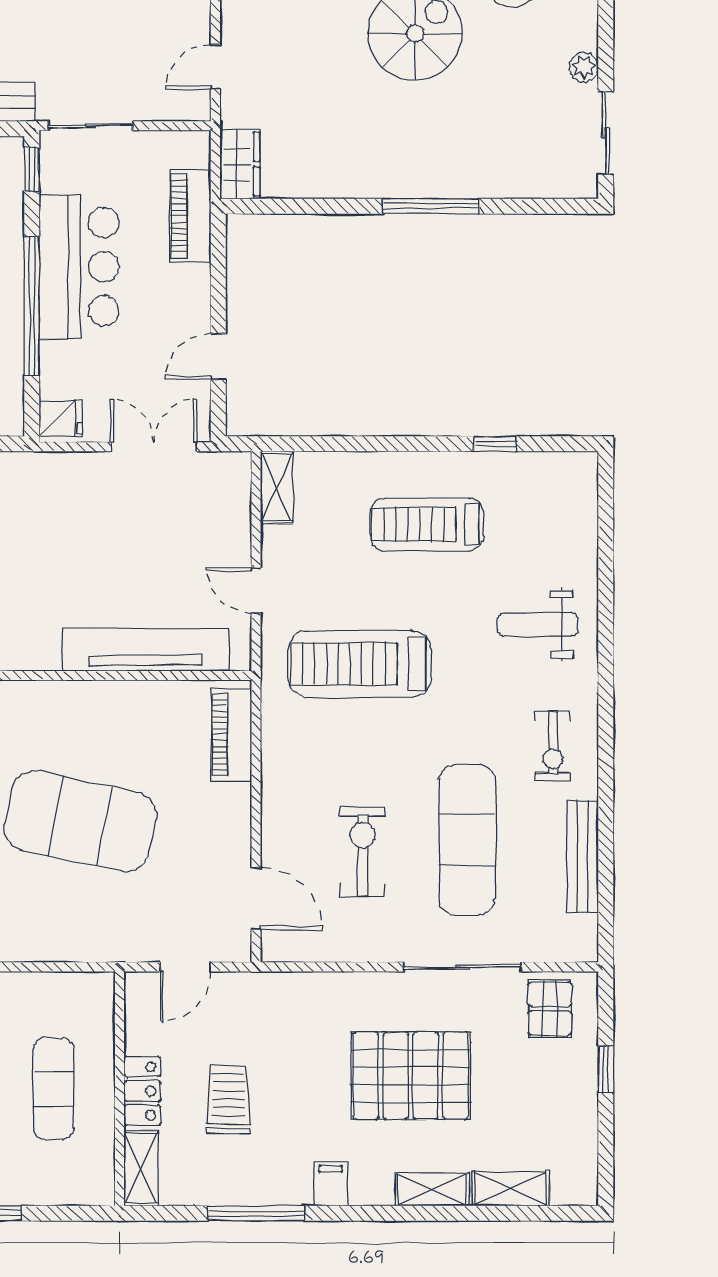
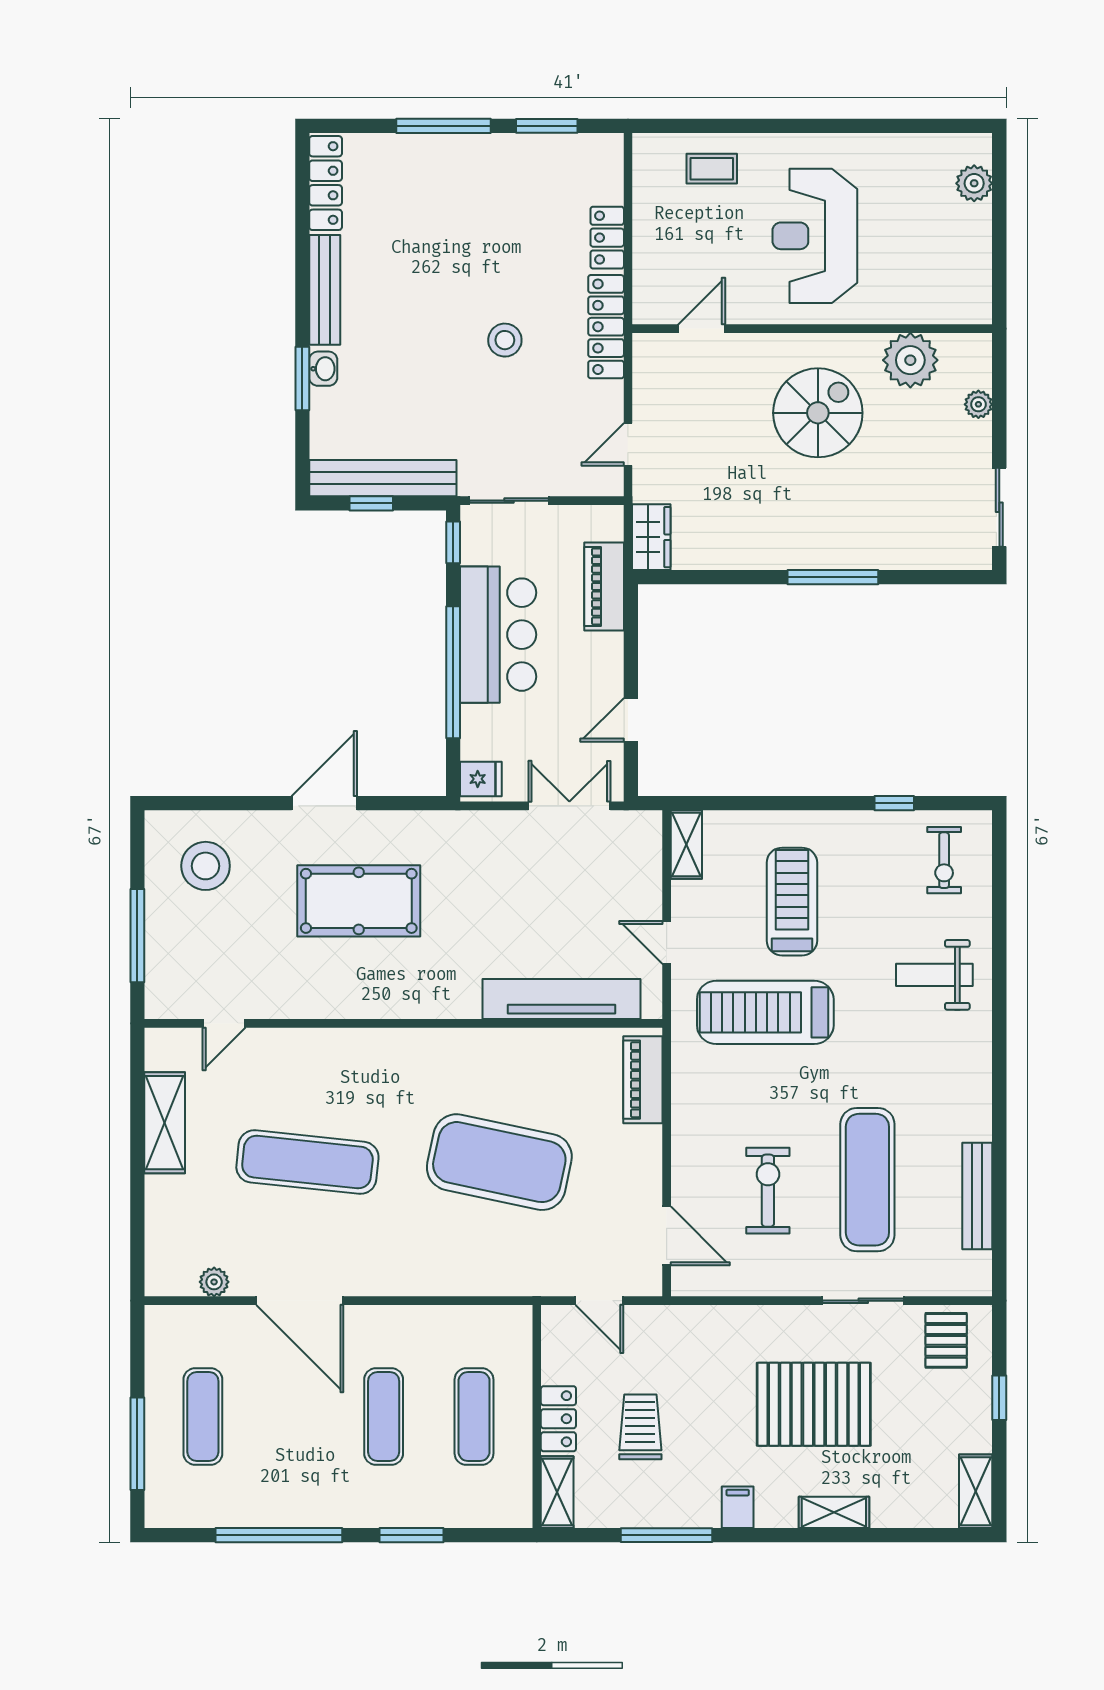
plant: (584, 67) -> (978, 404), moved
treadmill: (427, 525) -> (792, 902), moved, turned 90
exercise bike: (553, 746) -> (944, 860), moved
door: (185, 967) -> (599, 1301), hinge flipped
sliding door: (463, 967) -> (863, 1301), width x0.73
shelving: (511, 1189) -> (976, 1491), moved, turned 90

